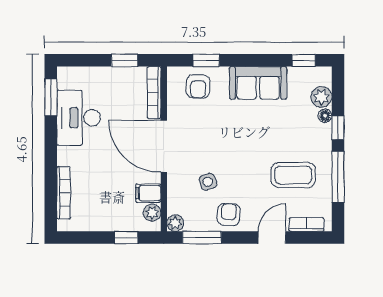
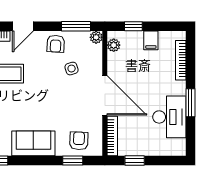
window: (51, 97) -> (190, 103), moved
filing cabinet: (148, 193) -> (151, 40), moved, turned 90

